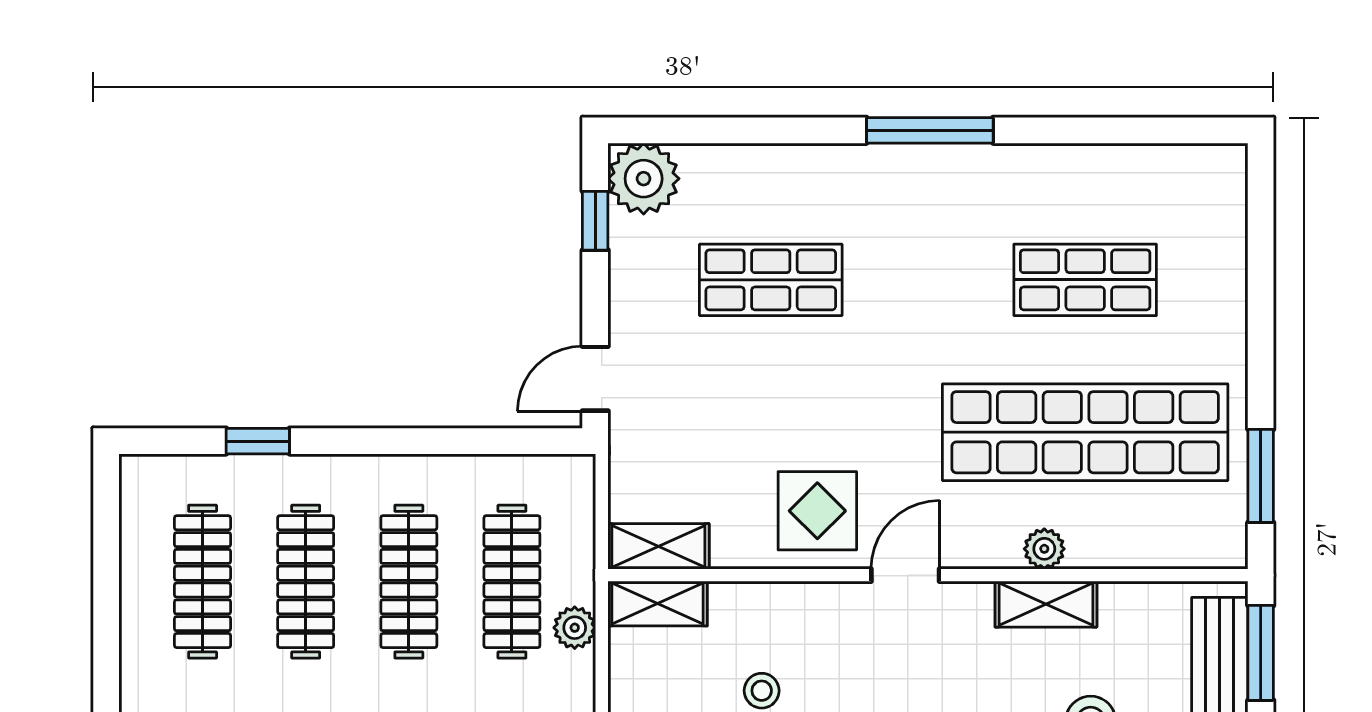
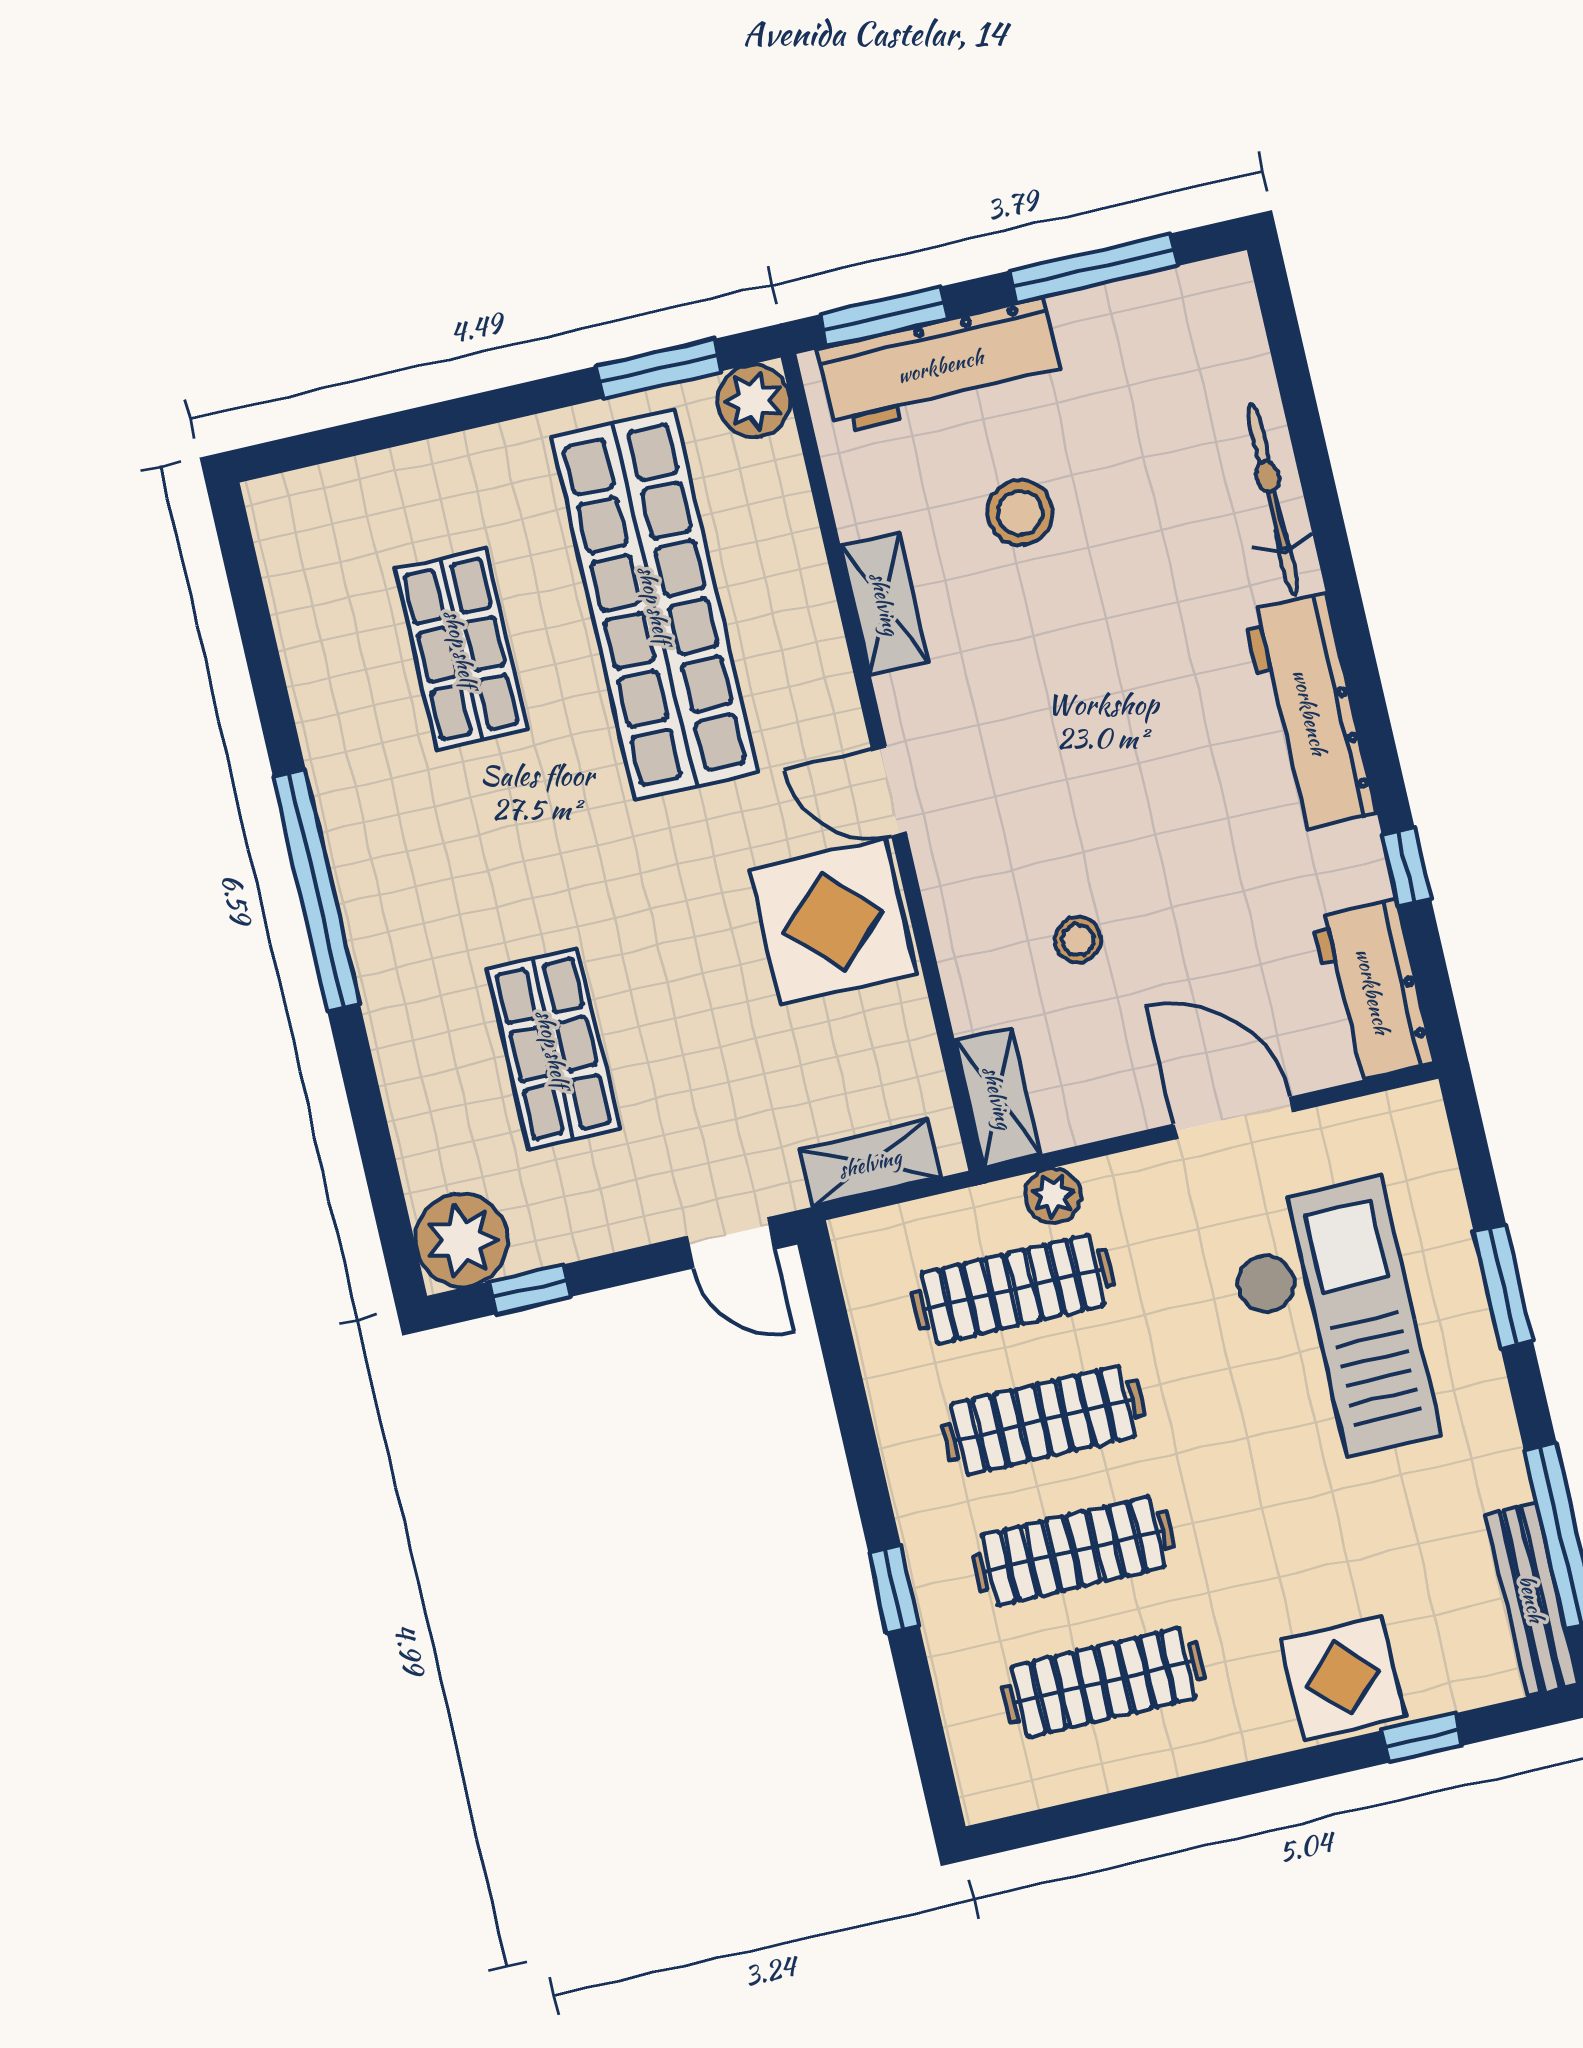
window: (930, 130) -> (317, 890), width x1.46
window: (258, 441) -> (894, 1589), moved
display table: (817, 511) -> (833, 922), width x1.36, depth x1.36
shelving: (658, 546) -> (870, 1163), moved, turned 90
plant: (1044, 549) -> (754, 401), moved, width x1.38, depth x1.38

